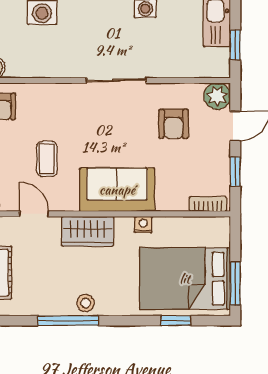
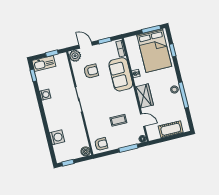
sofa: (117, 190) -> (121, 74), moved
door: (34, 214) -> (143, 120), swing flipped

